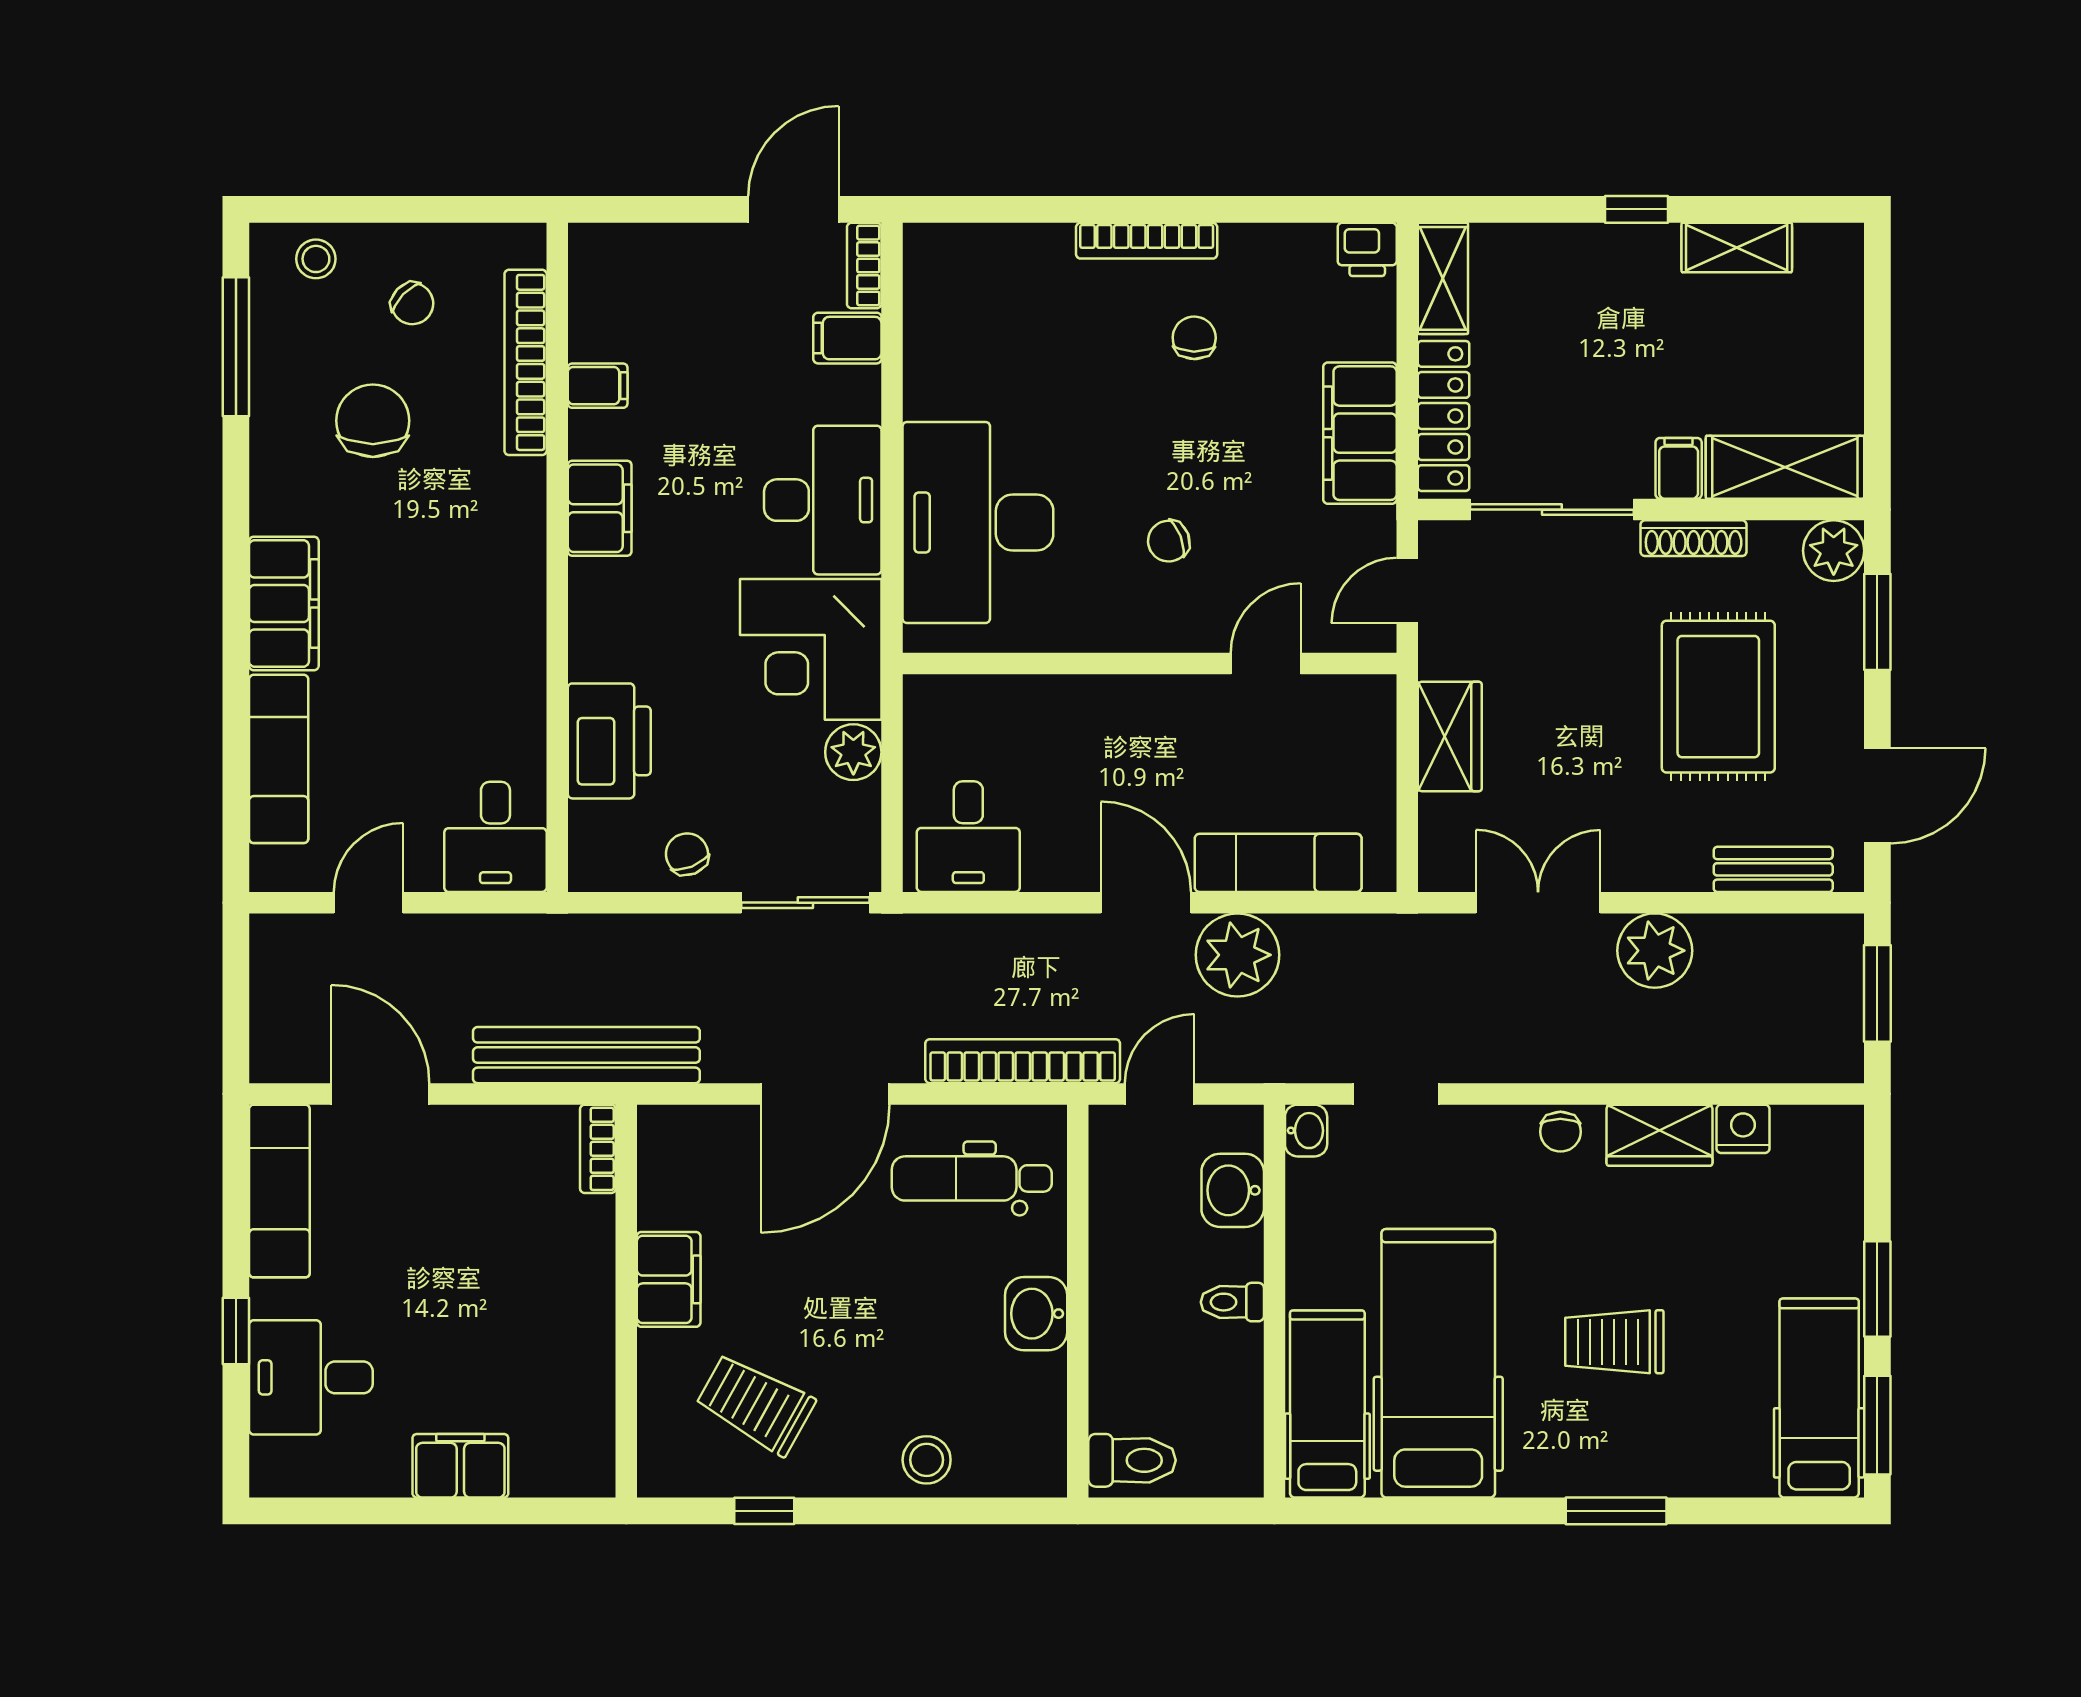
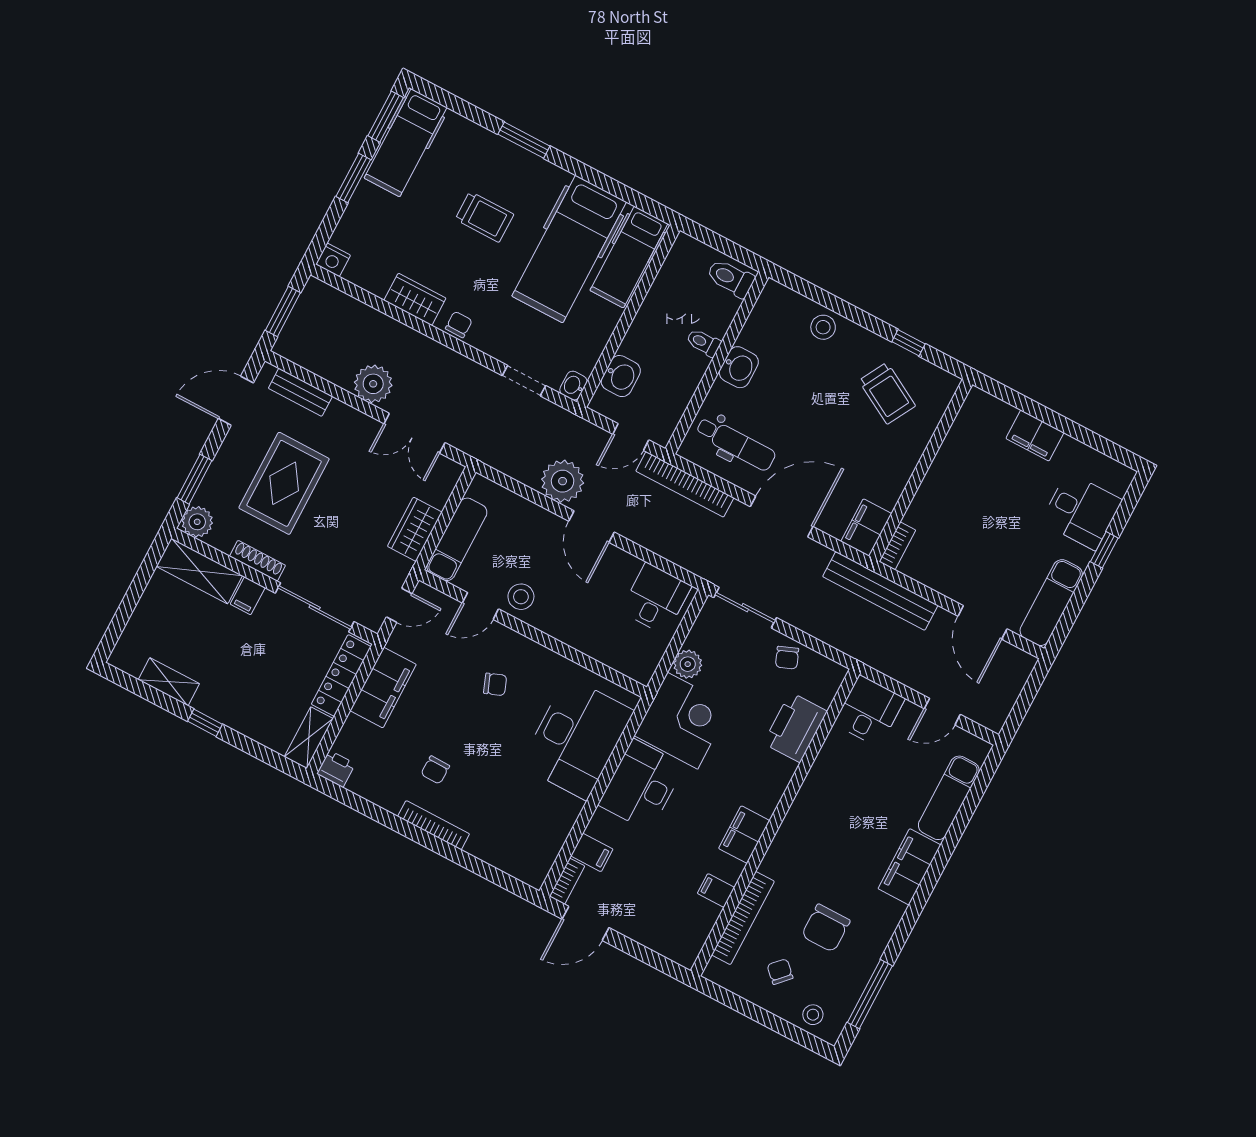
stool: (1204, 717) -> (521, 597), added
exam couch: (1278, 863) -> (457, 539), moved, turned -90
nightstand: (1743, 1129) -> (333, 260), moved
filing cabinet: (669, 1279) -> (866, 528), moved
toilet: (1232, 1302) -> (703, 343), moved, turned 180

